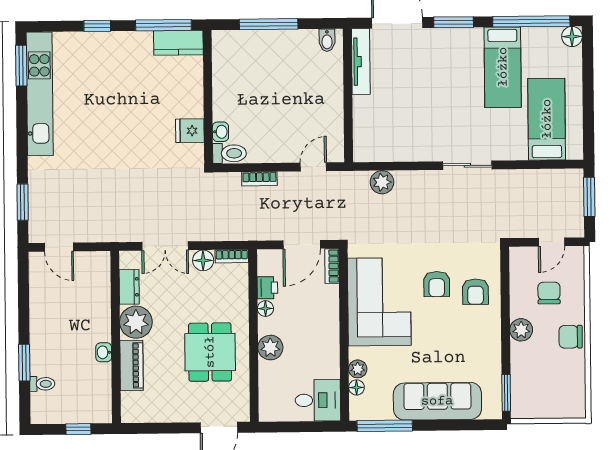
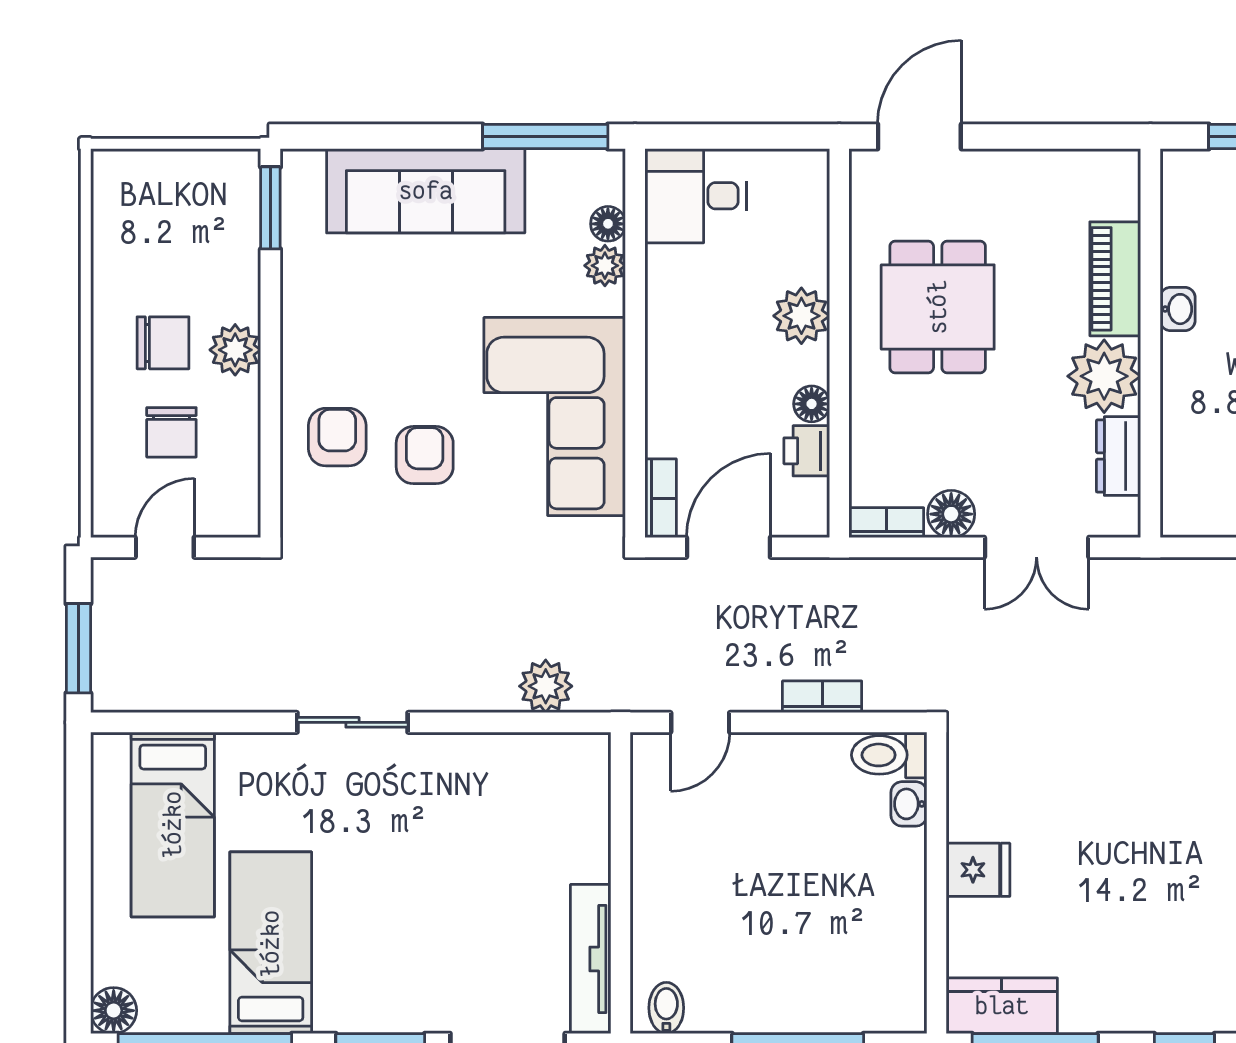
fridge: (190, 131) -> (978, 870), moved
double door: (165, 246) -> (1037, 547), swing flipped
chair: (571, 337) -> (163, 343), moved

